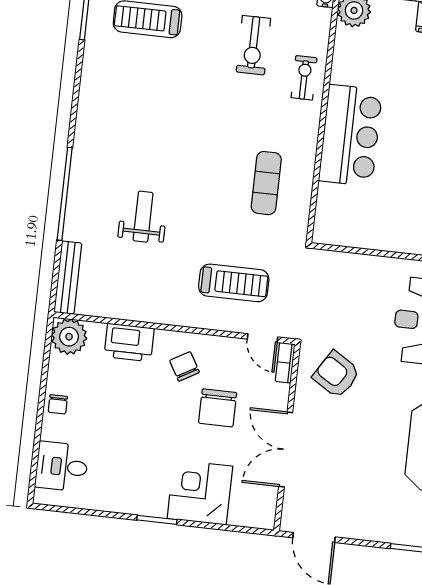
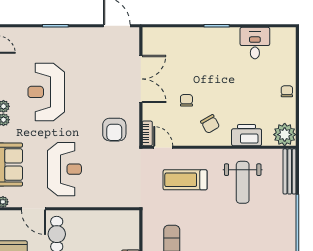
weight bench: (143, 217) -> (243, 182), moved, width x1.36, depth x1.33
armchair: (336, 374) -> (114, 130), turned 58
chair: (218, 408) -> (186, 100), width x0.54, depth x0.54
desk: (62, 467) -> (255, 43), moved, turned -90
corner desk: (200, 492) -> (192, 46), removed

